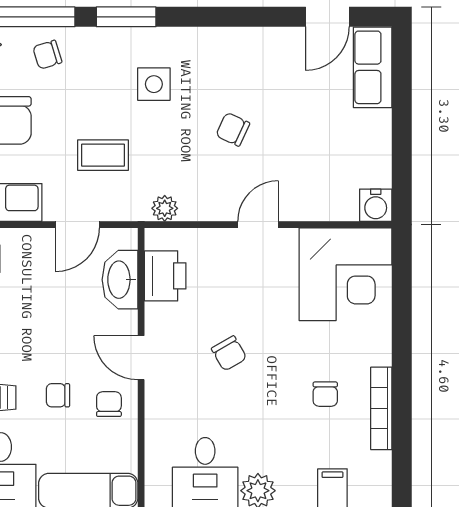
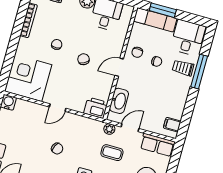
plant: (165, 208) -> (109, 129), moved
printer: (165, 276) -> (96, 108), moved, turned 90
door: (141, 358) -> (119, 67), swing flipped
chair: (325, 394) -> (57, 44), moved

